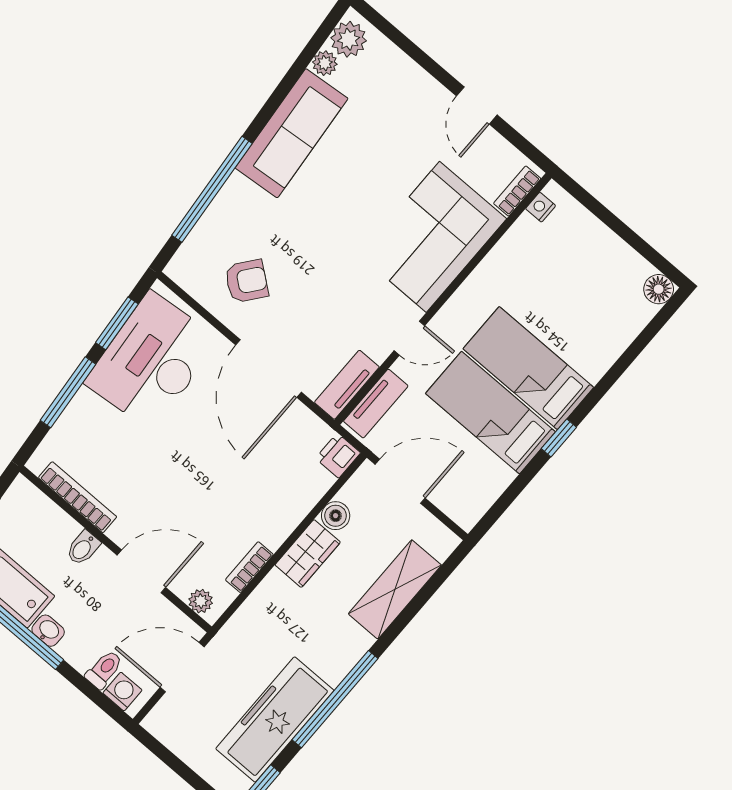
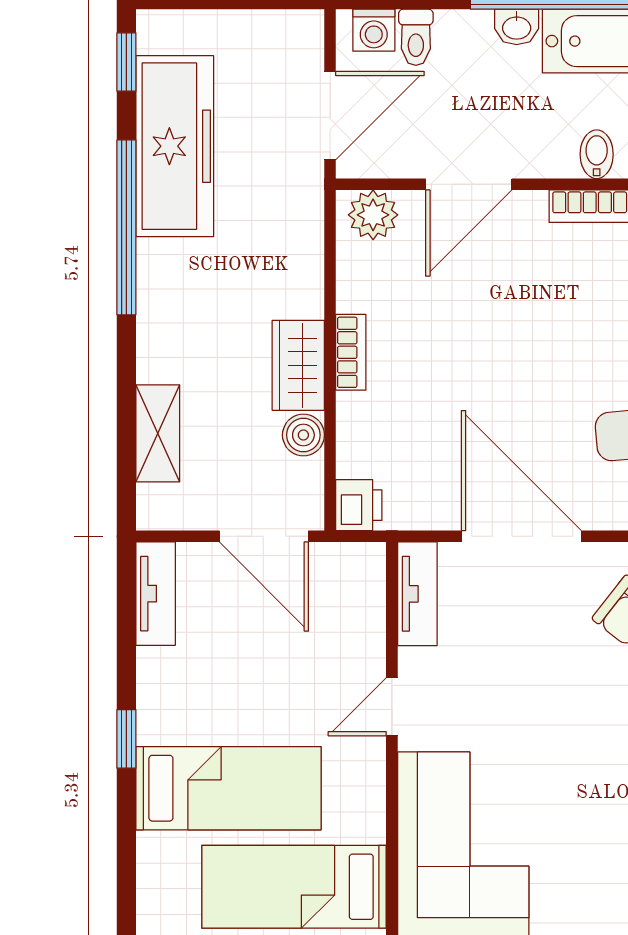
tv unit: (376, 404) -> (156, 594), moved, turned 180
bed: (491, 413) -> (294, 887), moved, turned 180
door: (400, 481) -> (264, 536), hinge flipped
bidet: (83, 548) -> (597, 154), moved
bookcase: (249, 567) -> (351, 352), moved
shelving: (395, 589) -> (158, 433), width x0.67, depth x0.75
plant: (201, 601) -> (373, 215), width x1.38, depth x1.38

